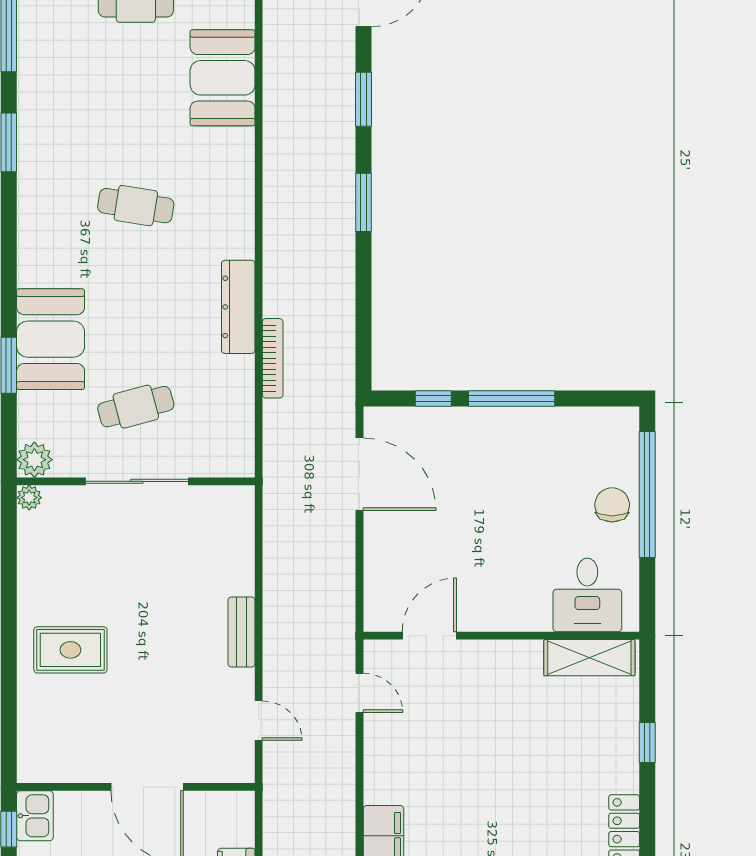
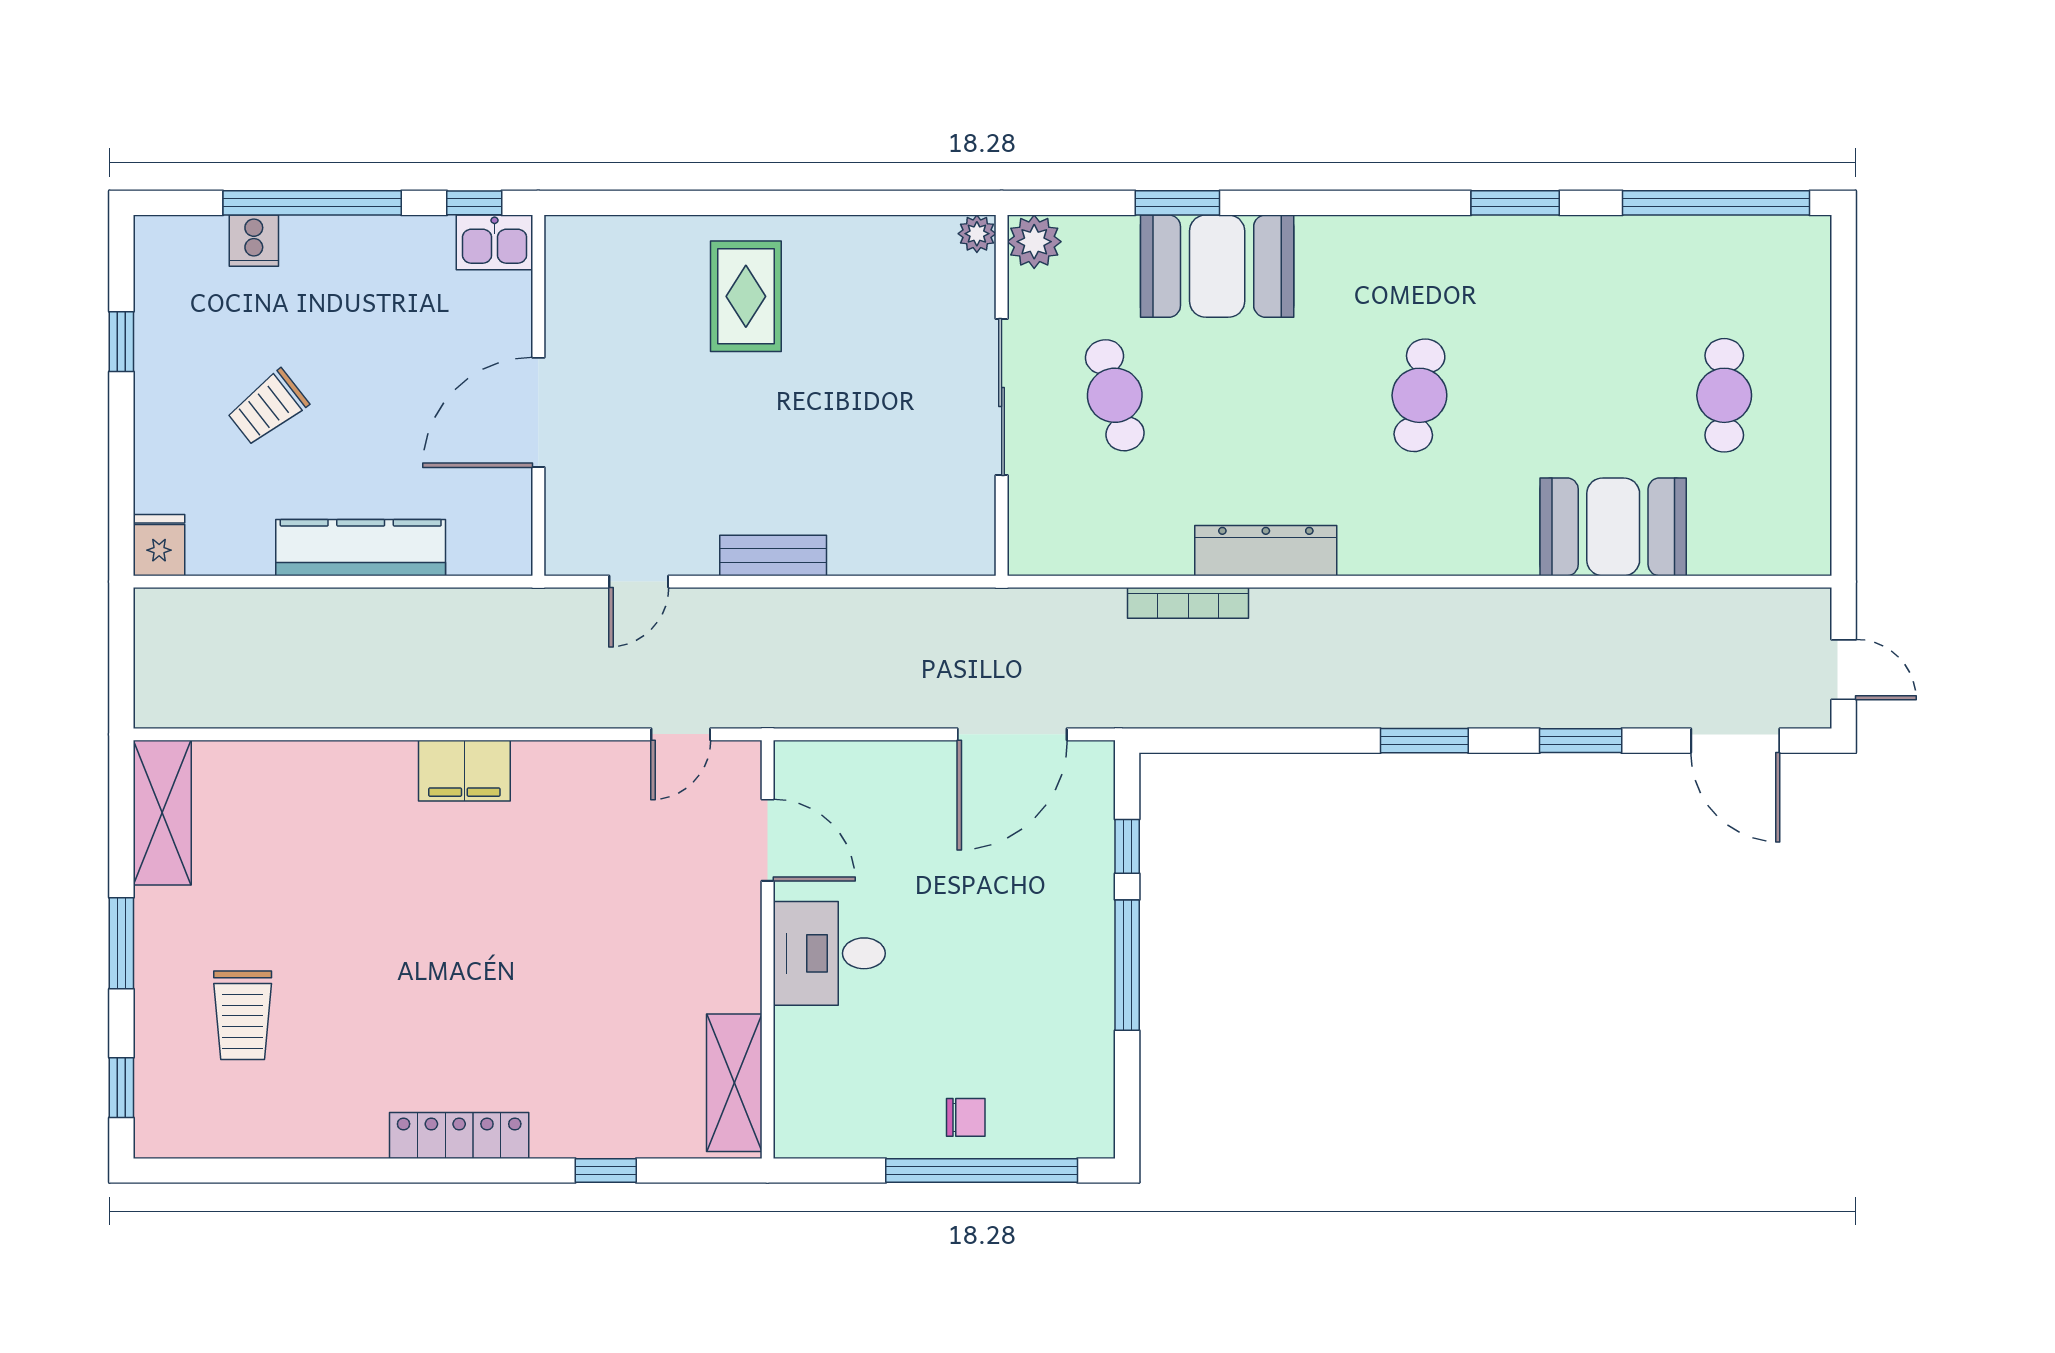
chair: (612, 505) -> (966, 1117), width x0.73, depth x0.73
desk: (587, 595) -> (829, 953), moved

